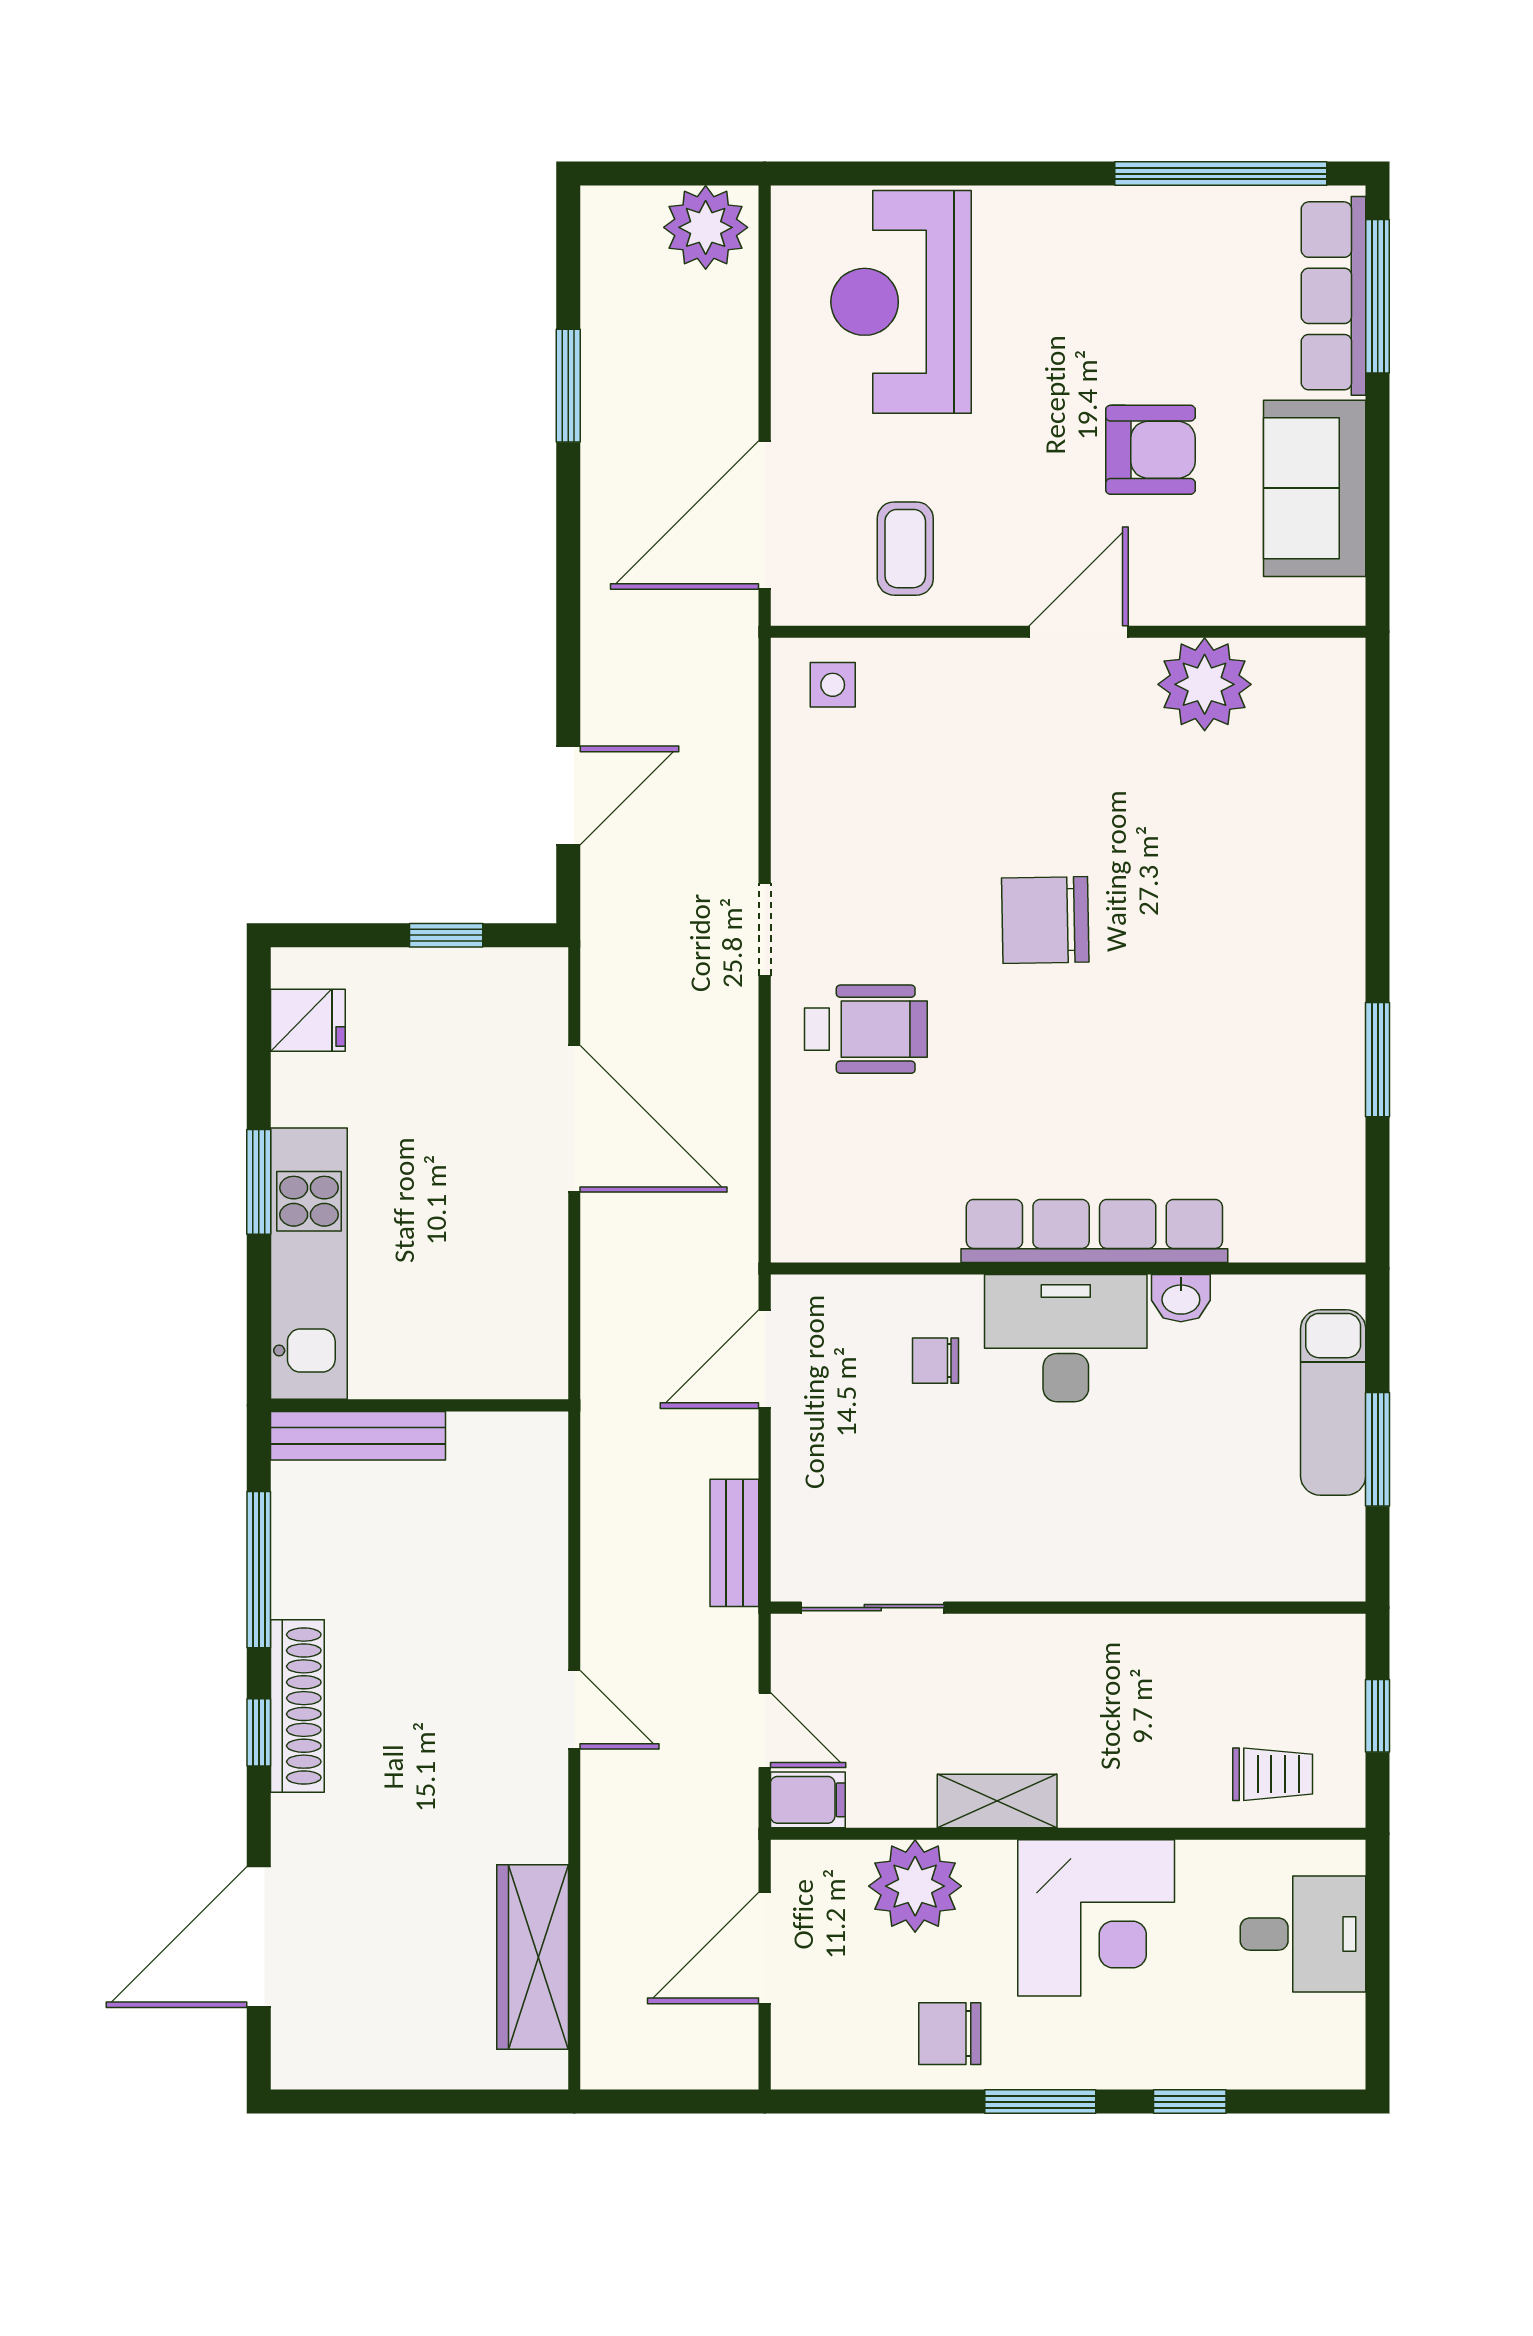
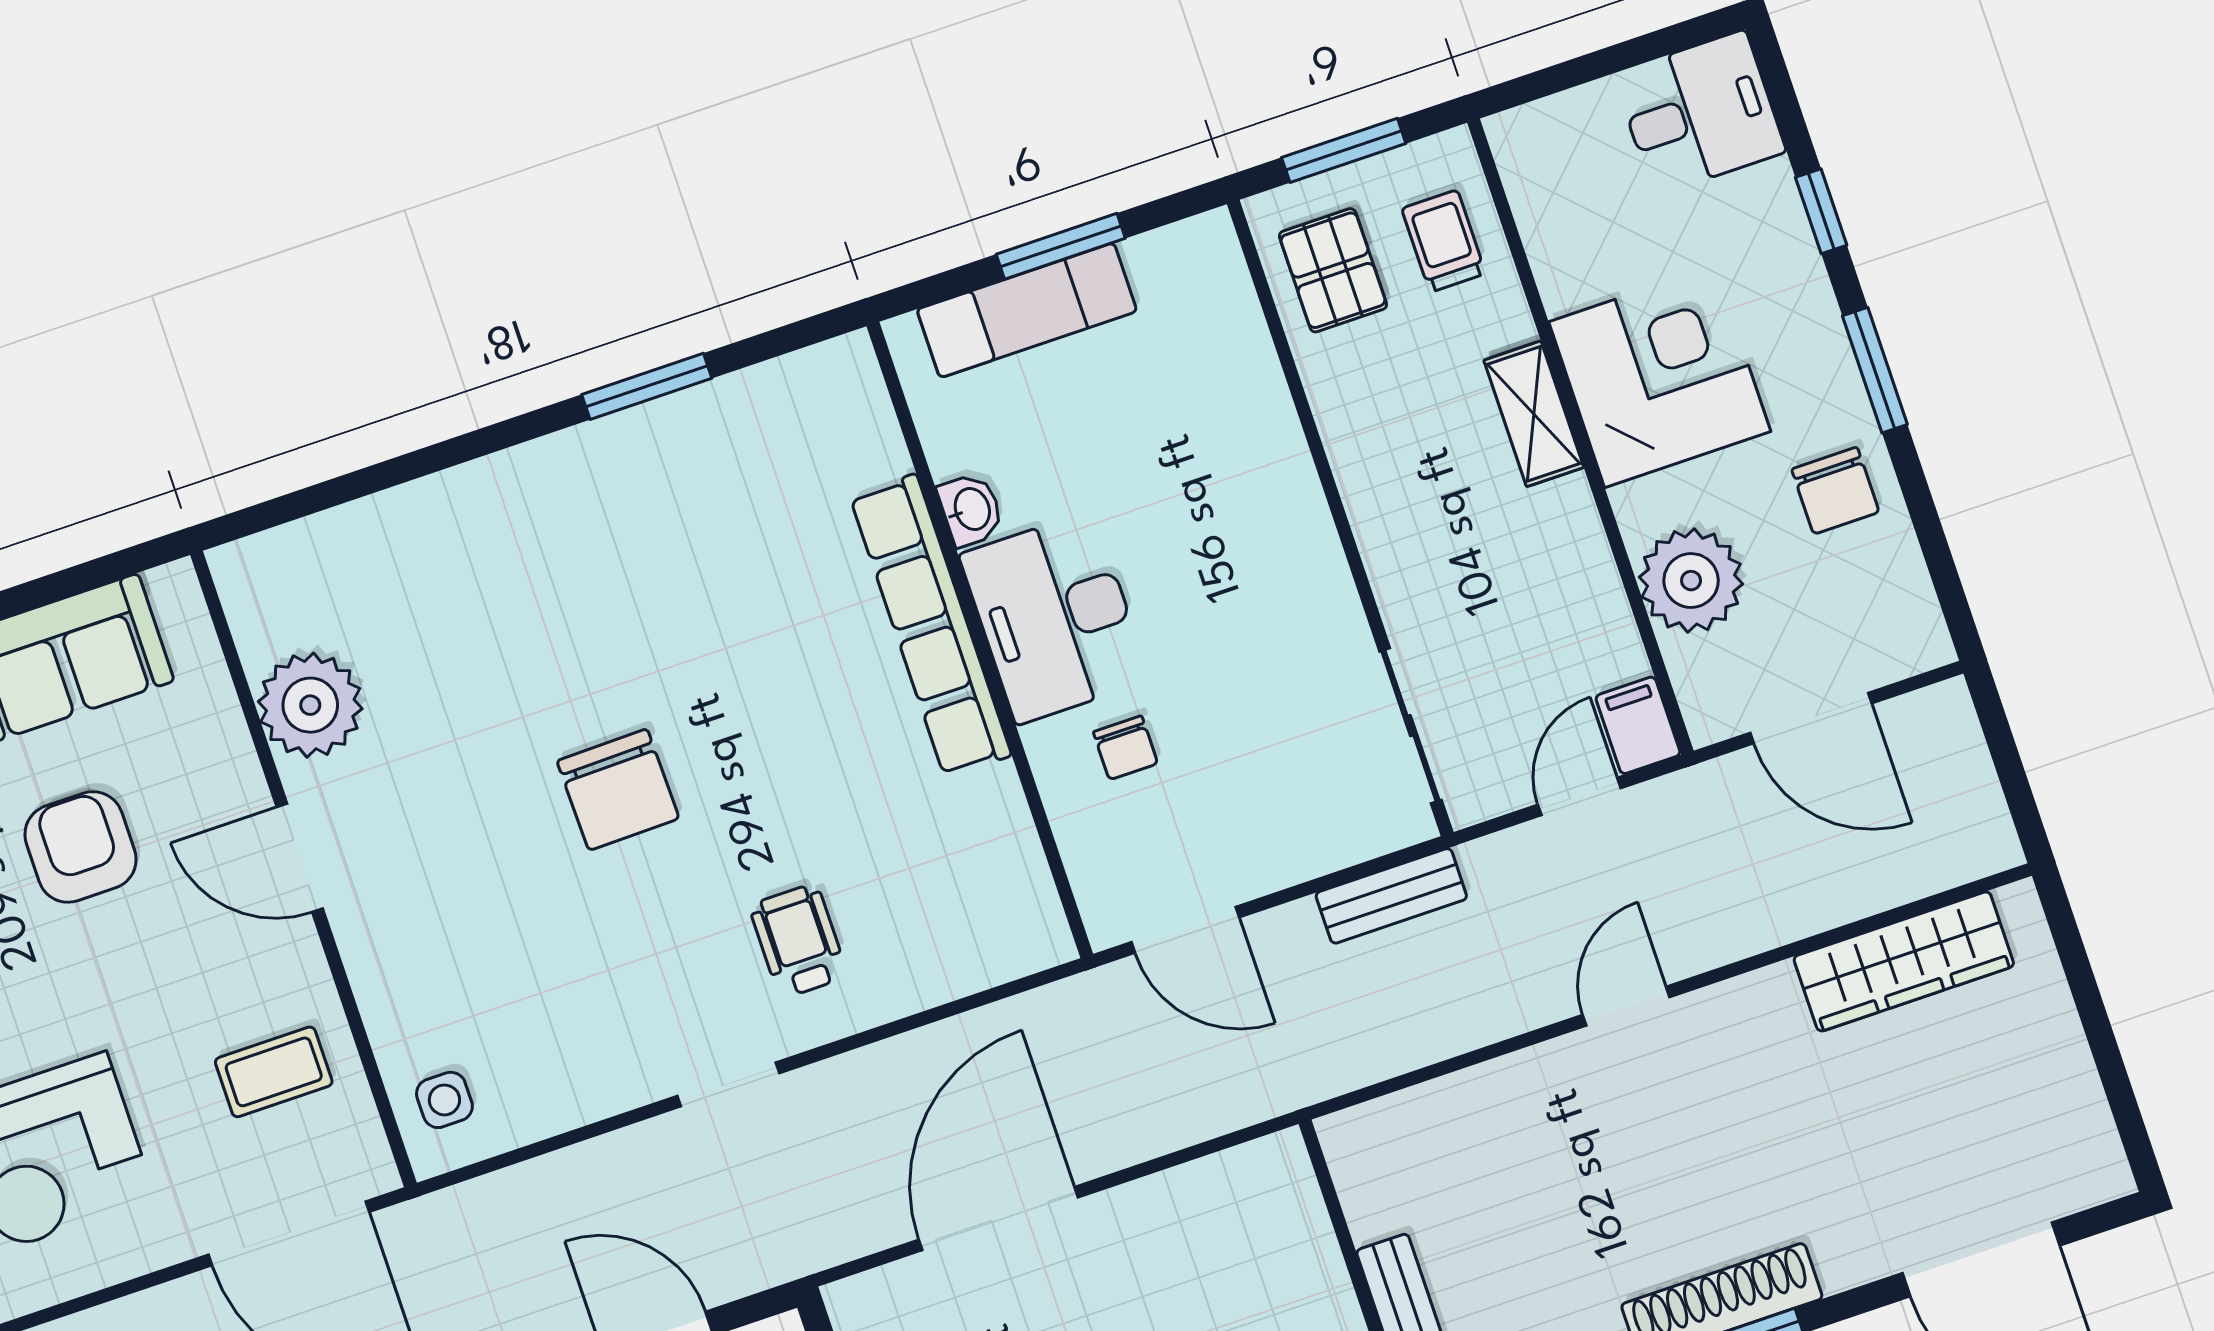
wheelchair: (866, 1029) -> (798, 941), width x0.73, depth x0.73
pallet: (1279, 1672) -> (1333, 270), added
window: (1378, 1716) -> (1344, 150), width x1.50
shelving: (997, 1801) -> (1534, 414), moved
desk: (1303, 1934) -> (1700, 113), moved, turned 90

